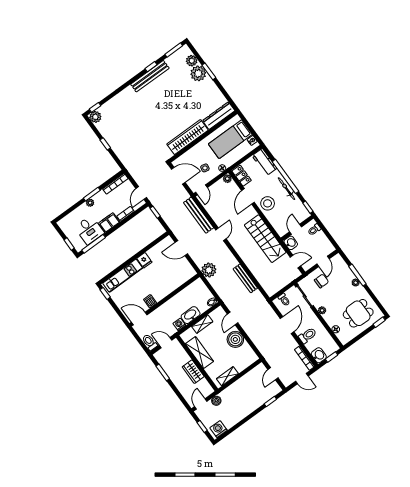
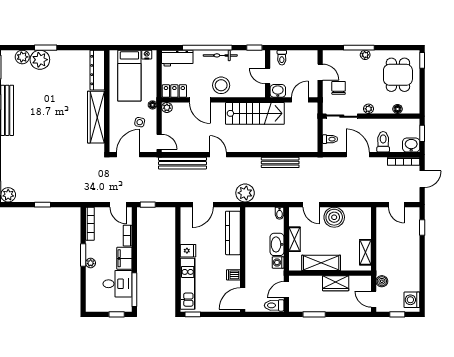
kitchen counter: (177, 281) -> (233, 233), added

